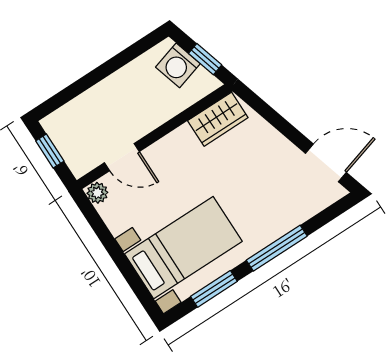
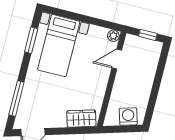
window: (205, 59) -> (120, 129), removed
wardrobe: (218, 119) -> (81, 119), moved, turned 74
window: (277, 248) -> (16, 98), moved

